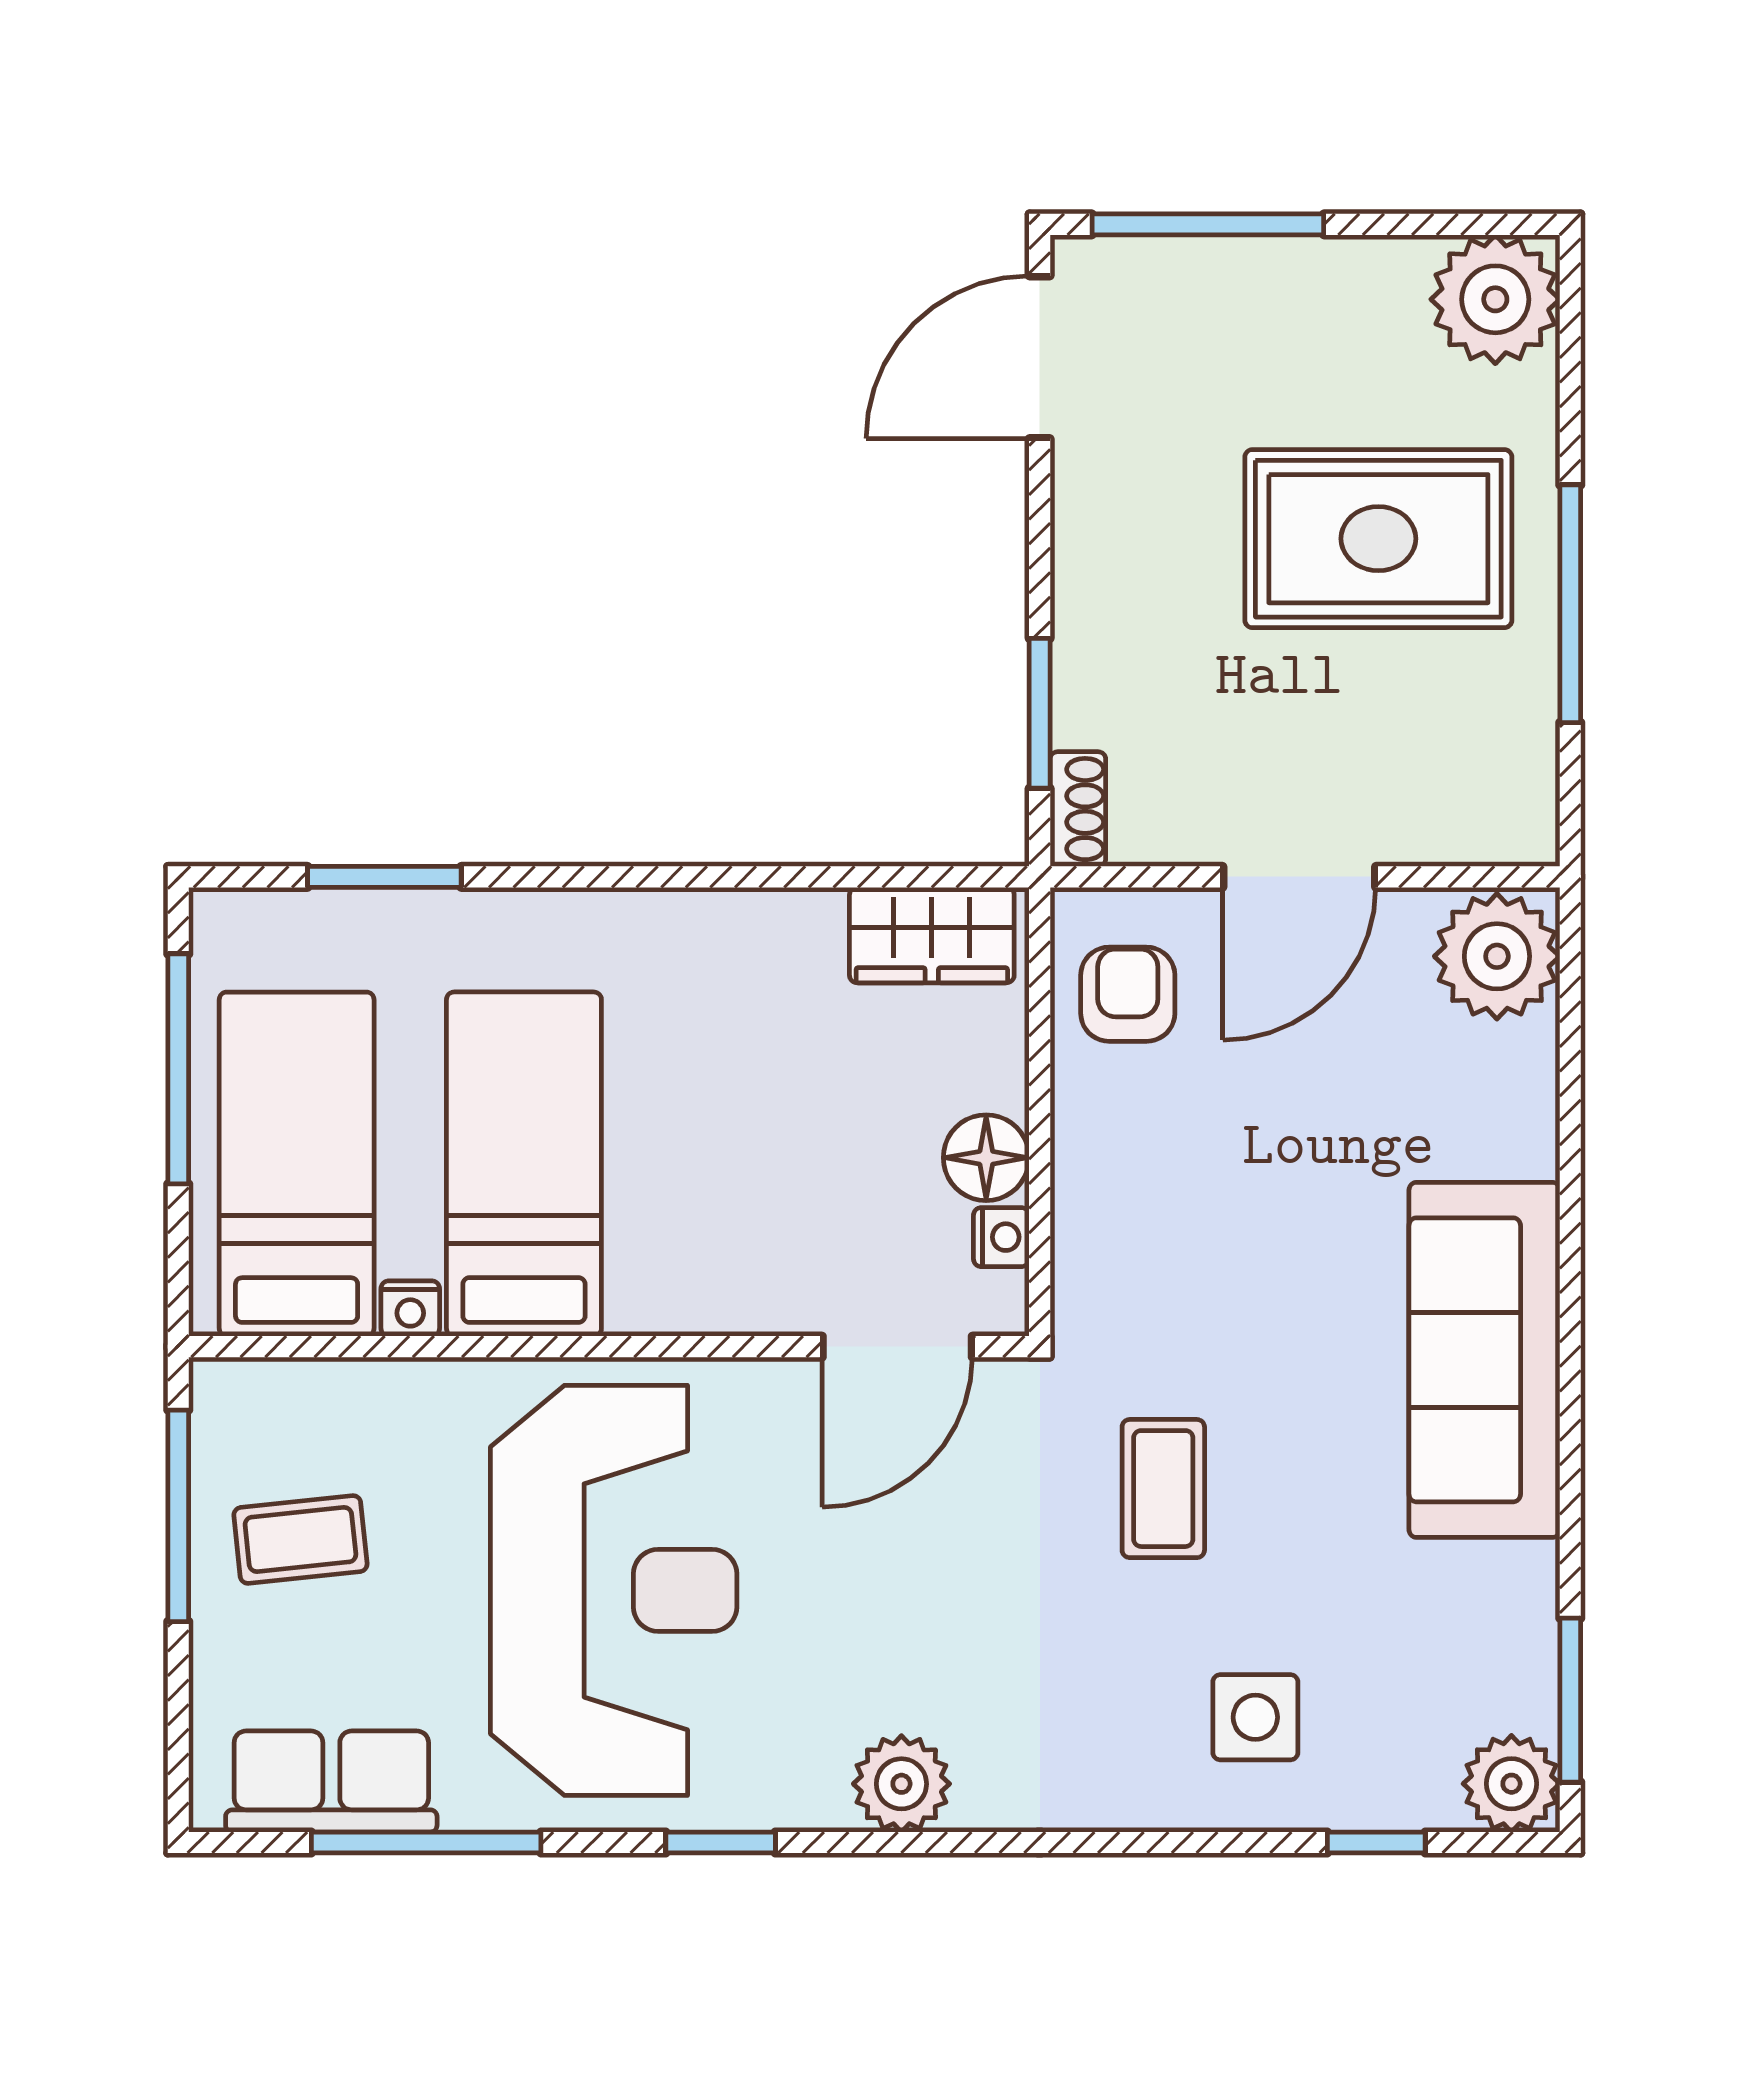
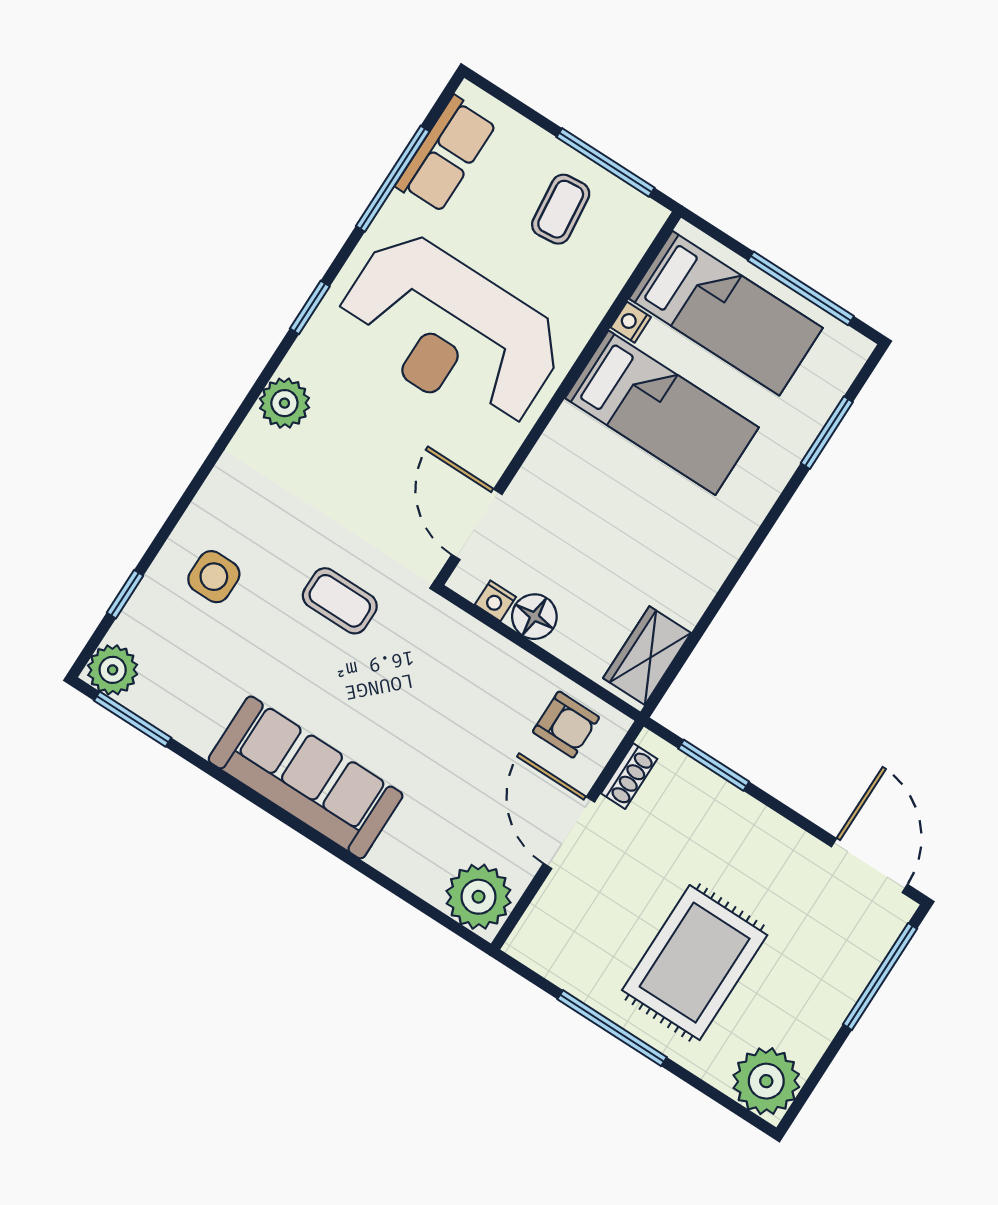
shoe rack: (1078, 809) -> (629, 776), moved, turned -90

